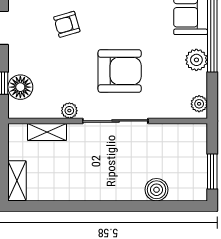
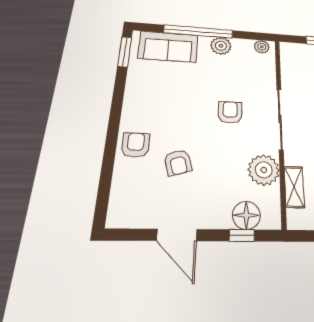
armchair: (120, 71) -> (230, 112), width x0.53, depth x0.53
plant: (69, 111) -> (264, 170), width x1.87, depth x1.87

